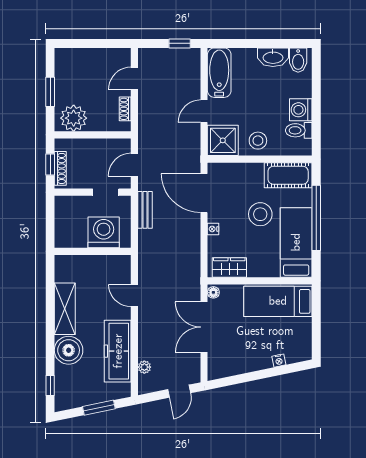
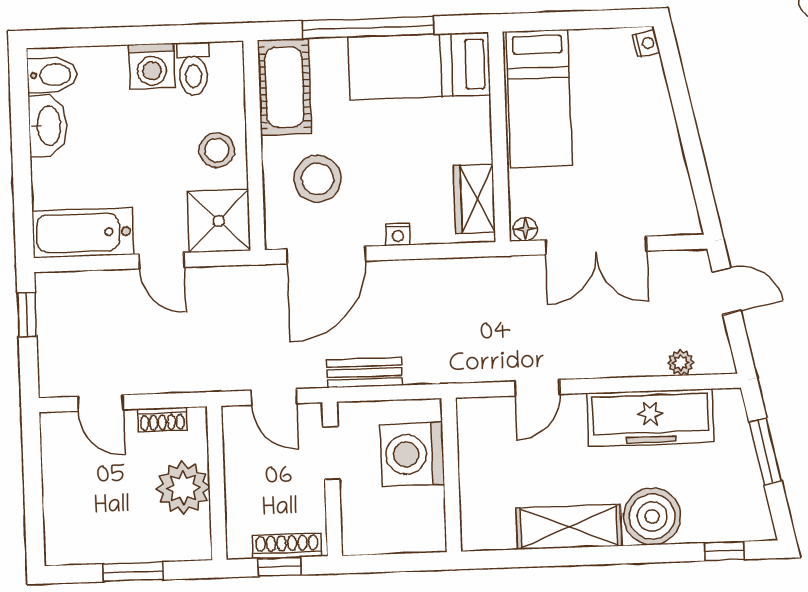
plant: (74, 118) -> (183, 488), moved
stool: (260, 214) -> (318, 179), moved
nightstand: (279, 361) -> (646, 43), moved

